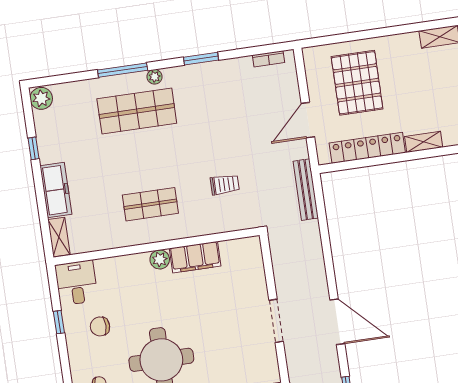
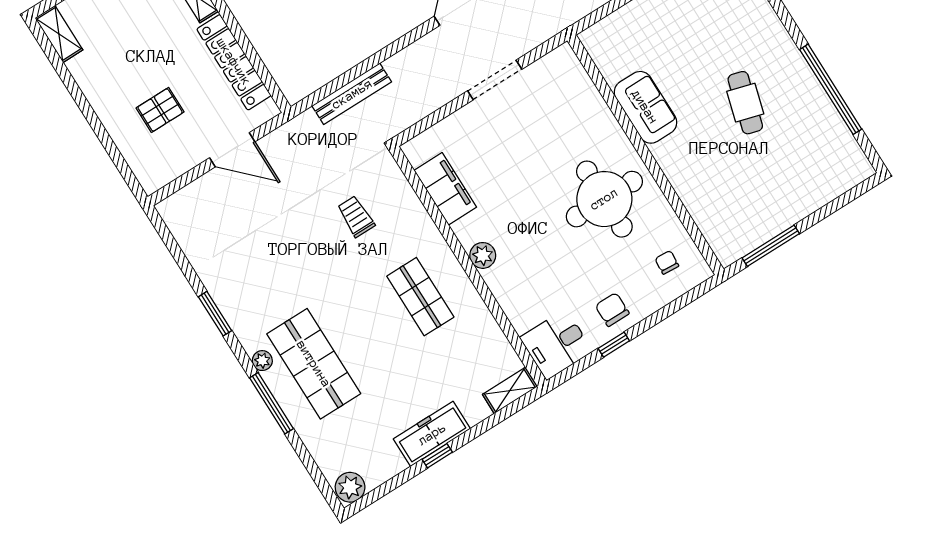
bookcase: (269, 59) -> (179, 231), removed
pallet: (357, 83) -> (160, 110), width x0.49, depth x0.50
window: (34, 148) -> (437, 456), moved
freezer: (56, 190) -> (432, 434), moved
bench: (306, 190) -> (352, 94), moved
filing cabinet: (195, 257) -> (445, 189), moved
chair: (100, 326) -> (612, 310), moved, turned 180

